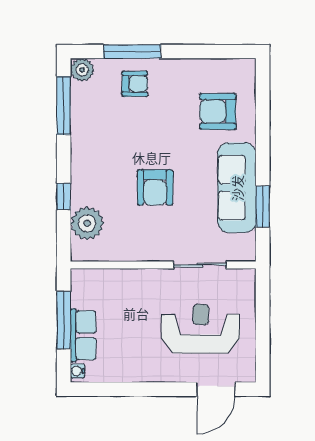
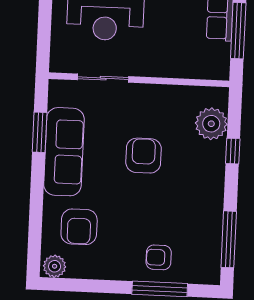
plant: (82, 70) -> (55, 266), moved
armchair: (218, 111) -> (79, 227), turned 90

